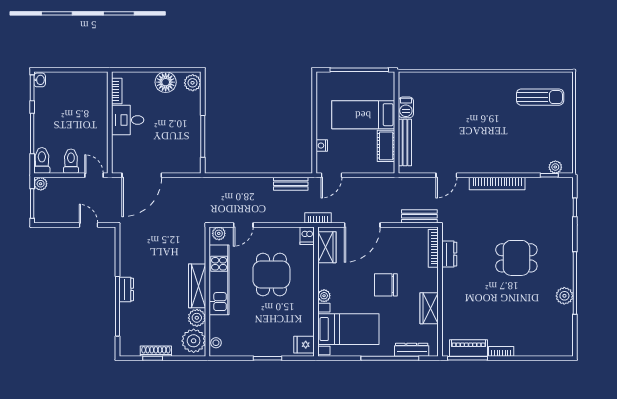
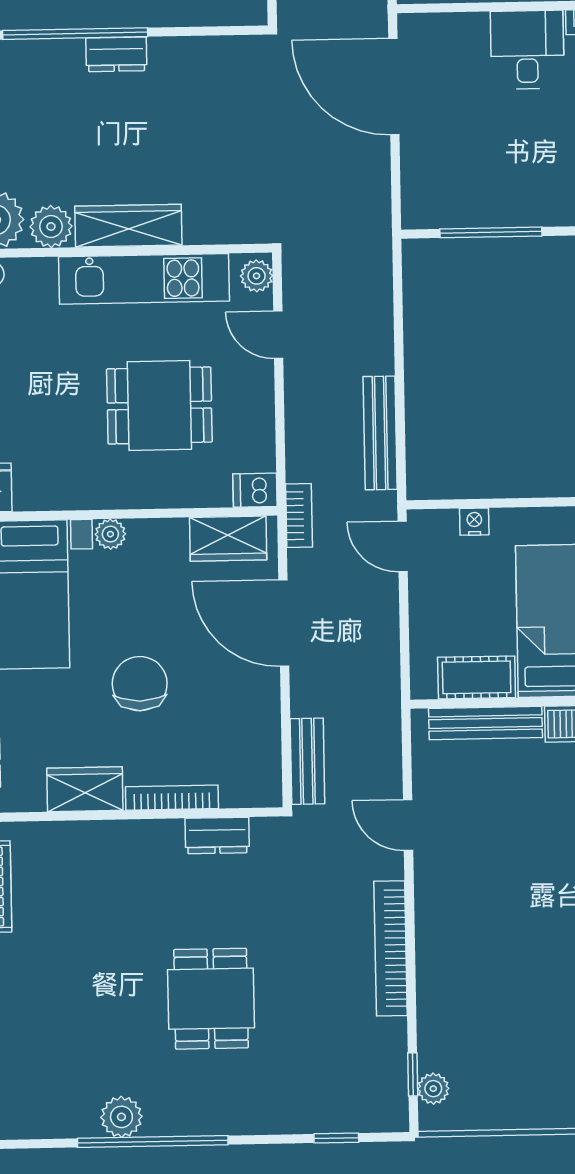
bench: (291, 184) -> (380, 433), width x1.36
bookcase: (433, 248) -> (172, 798), moved

